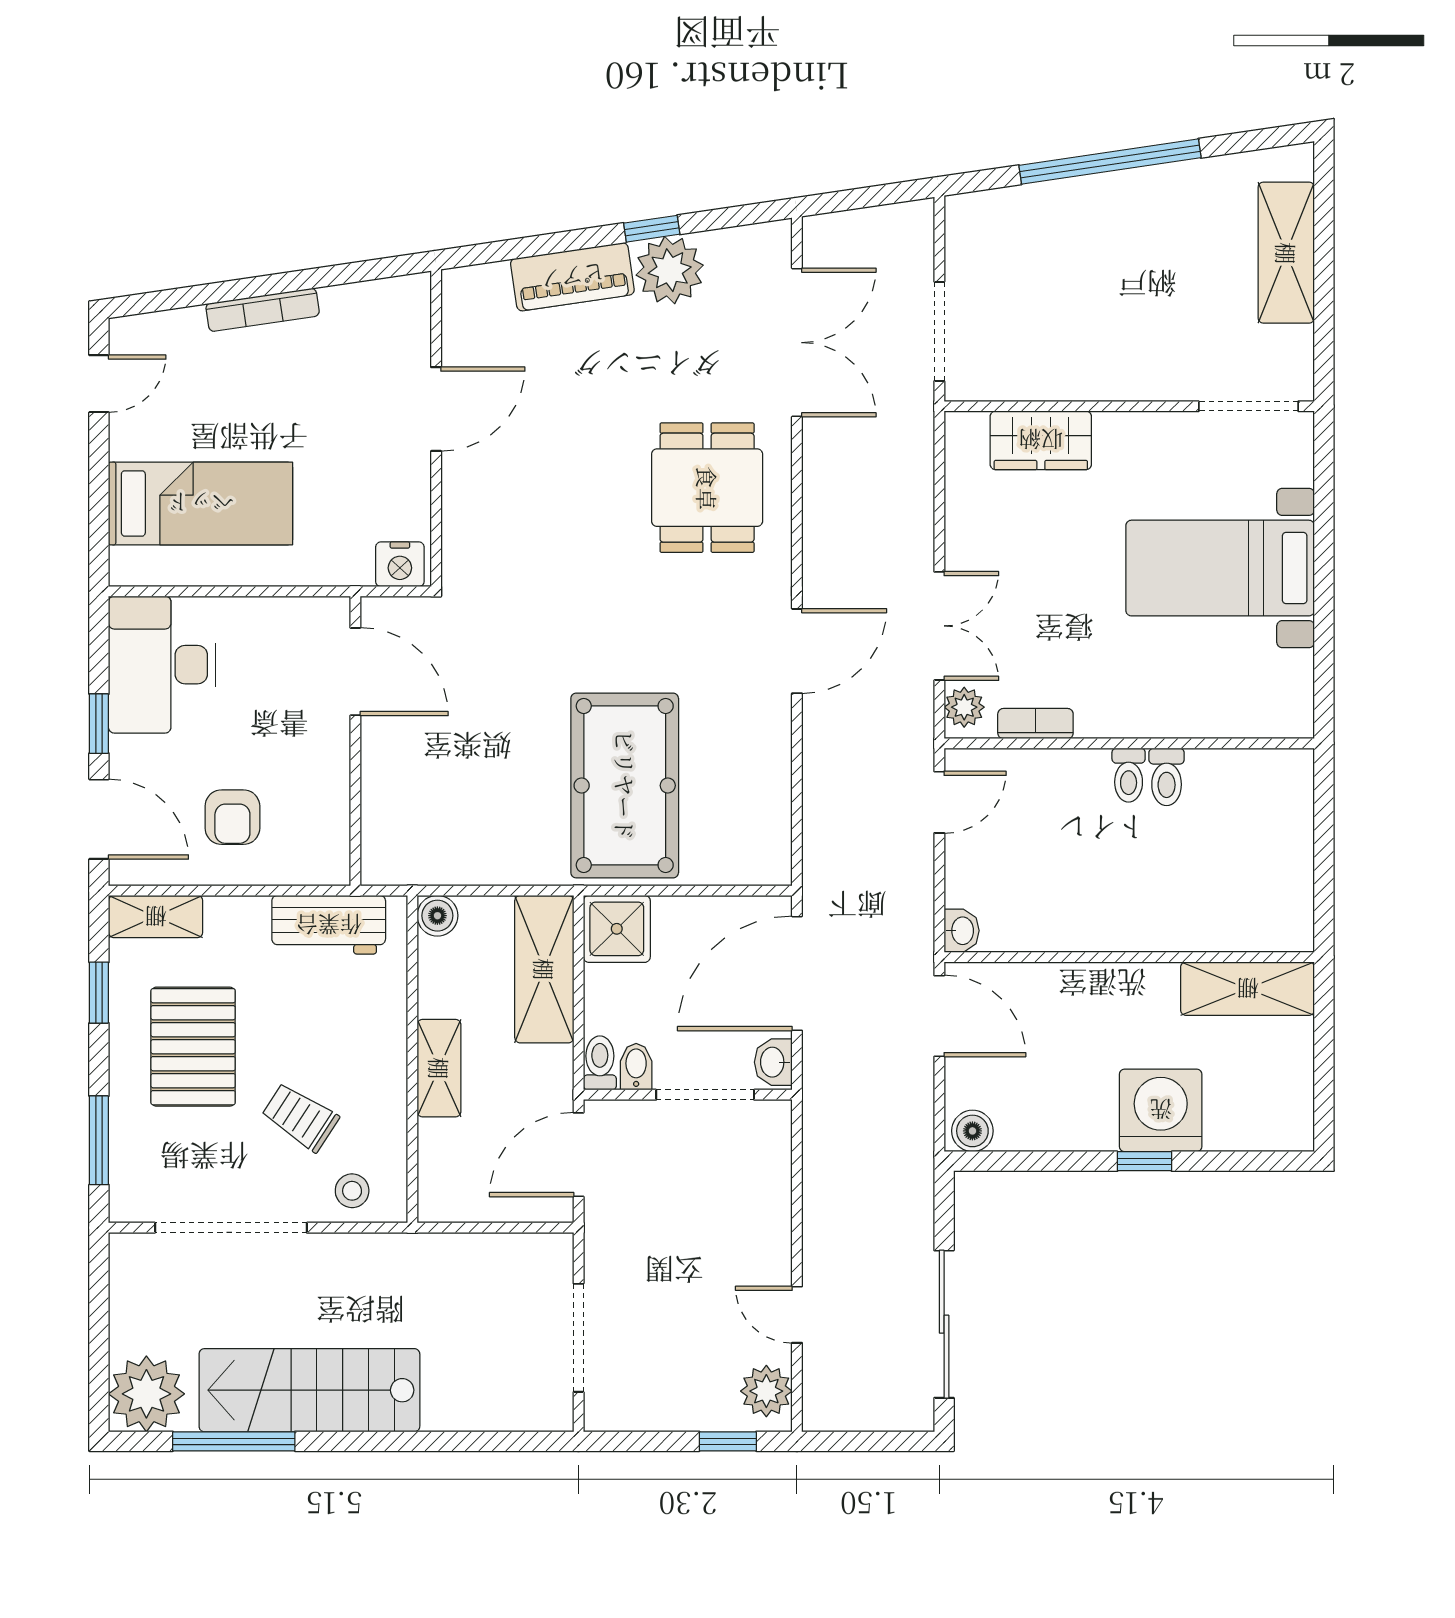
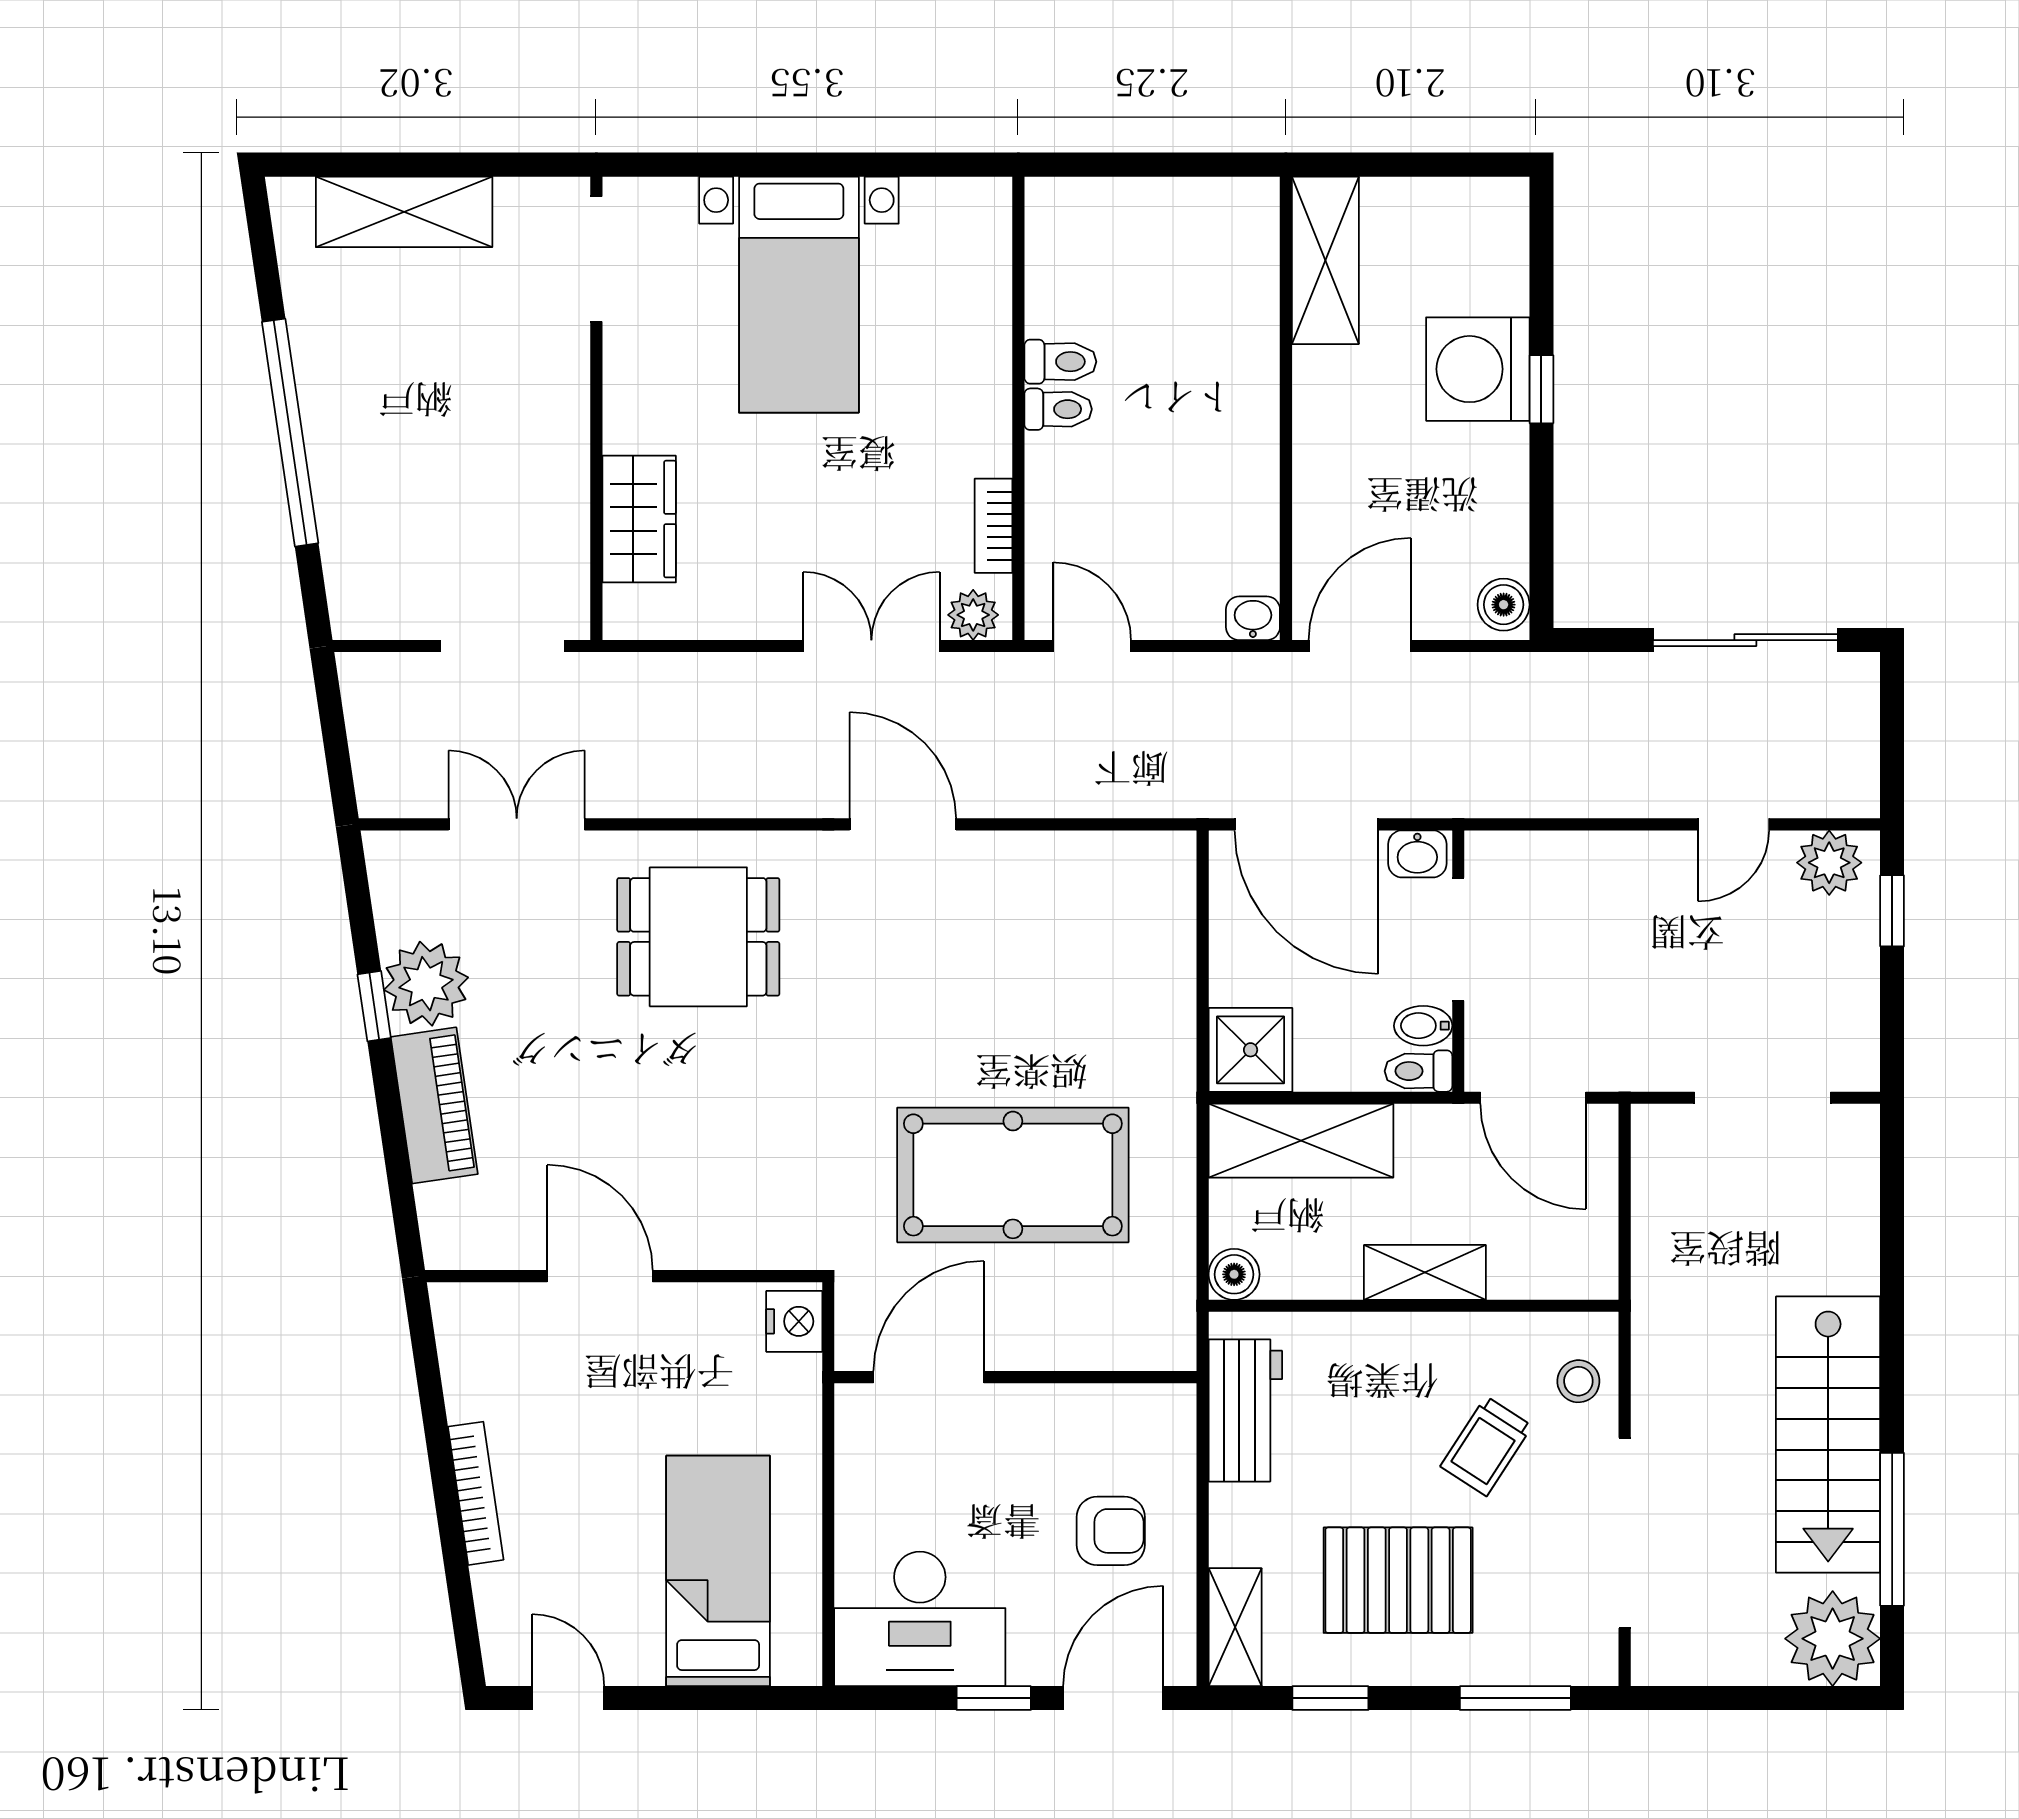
double door: (797, 343) -> (517, 824), width x0.73
pool table: (625, 785) -> (1013, 1175), moved

